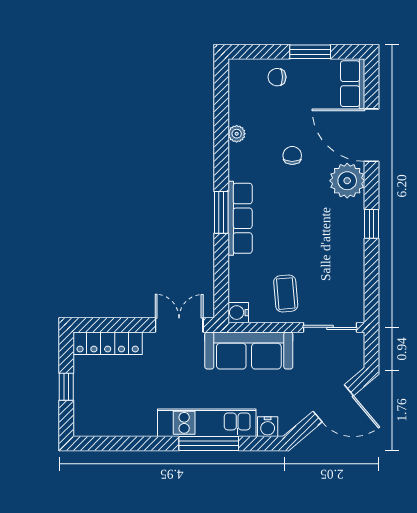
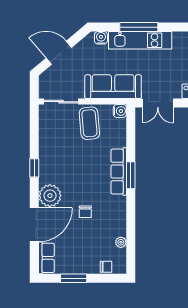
chair: (277, 77) -> (106, 267), moved
plant: (237, 134) -> (121, 242), moved
door: (372, 135) -> (34, 225), hinge flipped
coffee table: (286, 294) -> (89, 123), width x1.36, depth x1.30

